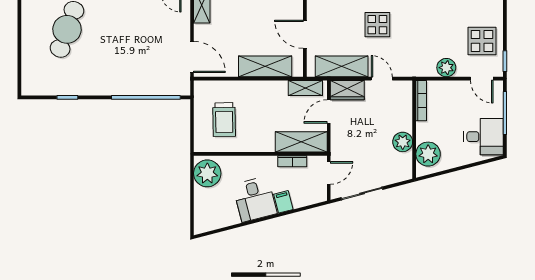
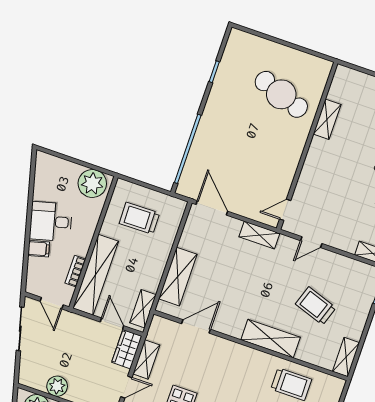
door: (192, 57) -> (212, 208), swing flipped
shelving: (342, 66) -> (146, 359), width x0.67, depth x0.75
shelving: (301, 142) -> (96, 275), width x1.47

